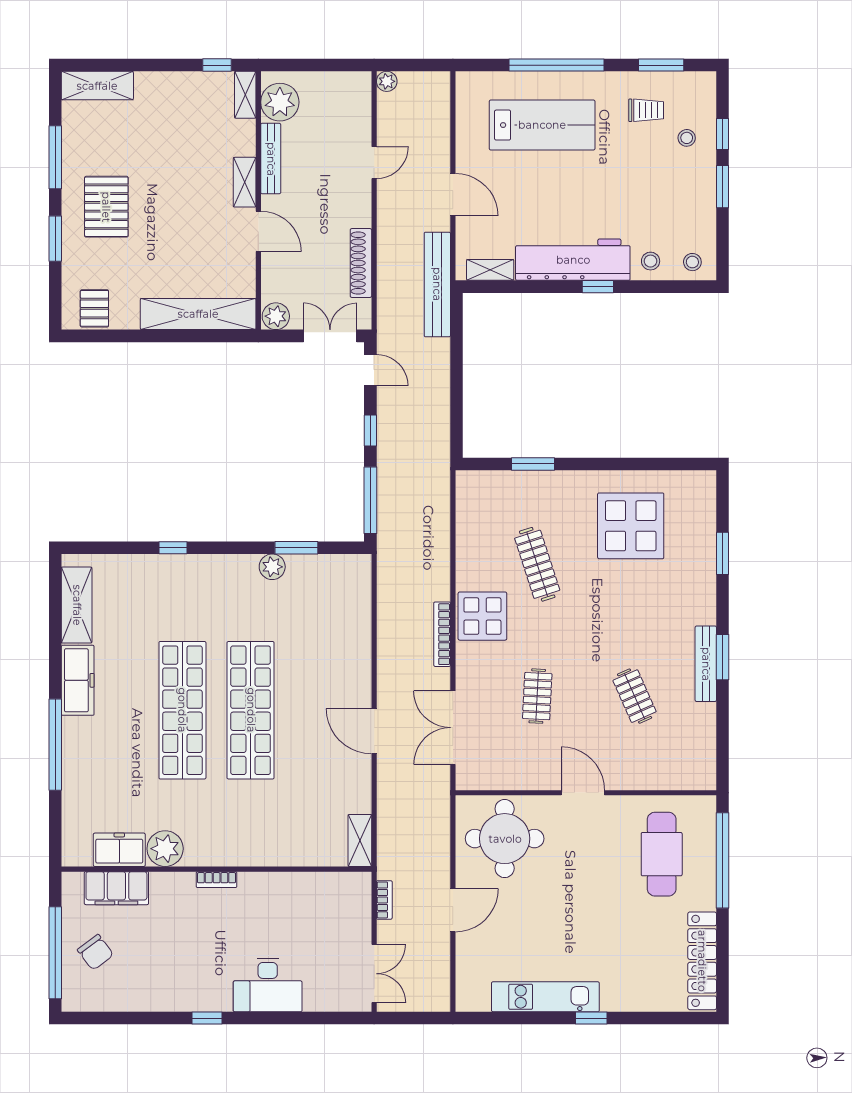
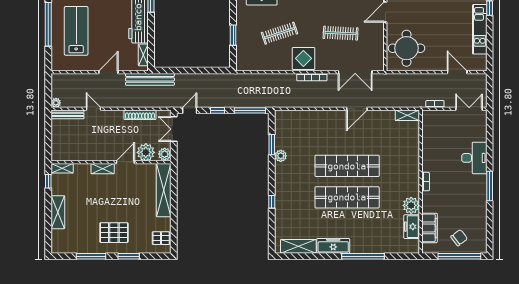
shelving: (97, 86) -> (58, 212), moved
plant: (280, 102) -> (146, 152), moved
bench: (271, 159) -> (68, 114), moved
clothes rail: (537, 696) -> (341, 33), width x1.36
door: (453, 910) -> (457, 72), moved
window: (207, 1018) -> (490, 186), width x2.17

